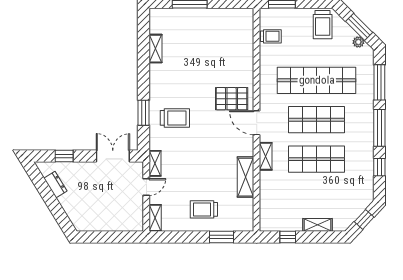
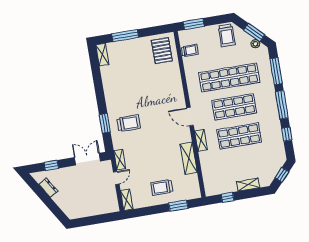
shelving: (156, 49) -> (102, 55), moved
pallet: (232, 99) -> (162, 51), moved, turned 90

